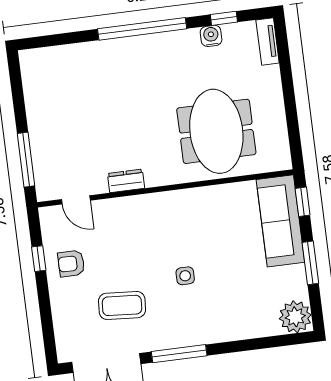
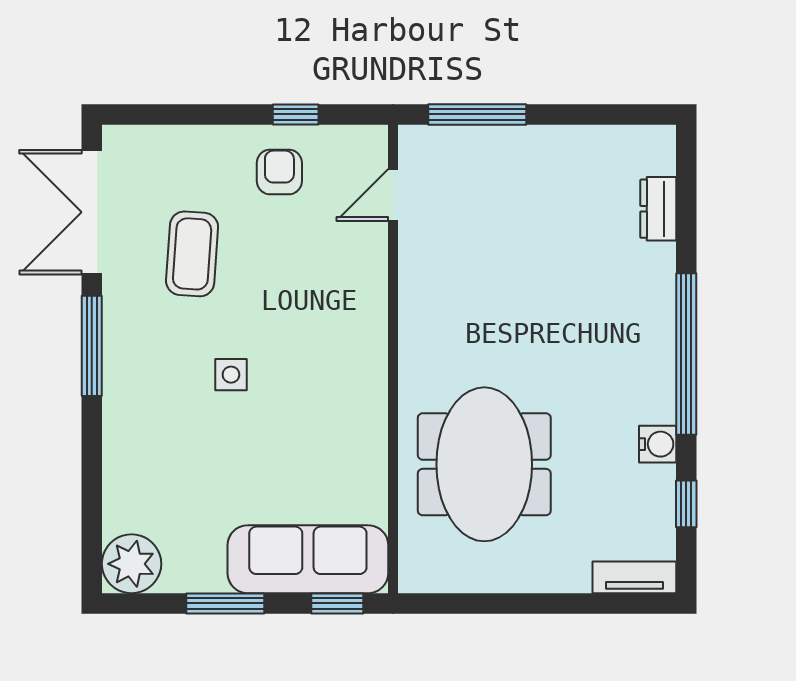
water cooler: (211, 36) -> (658, 444), moved
meeting table: (216, 131) -> (484, 464), turned 90
dresser: (126, 181) -> (658, 209), moved, turned 180

